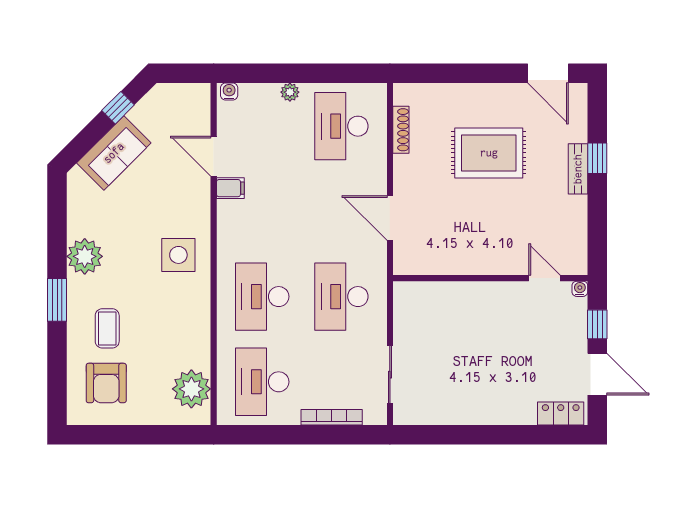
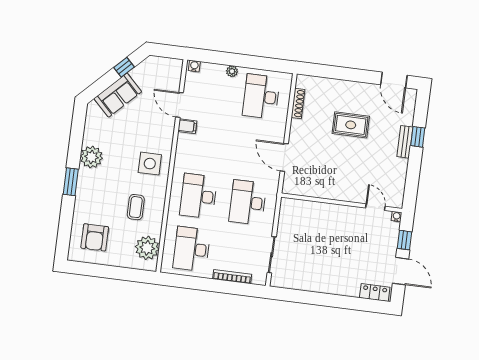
rug: (489, 153) -> (351, 125), width x0.73, depth x0.70
coffee table: (107, 328) -> (136, 207), moved

